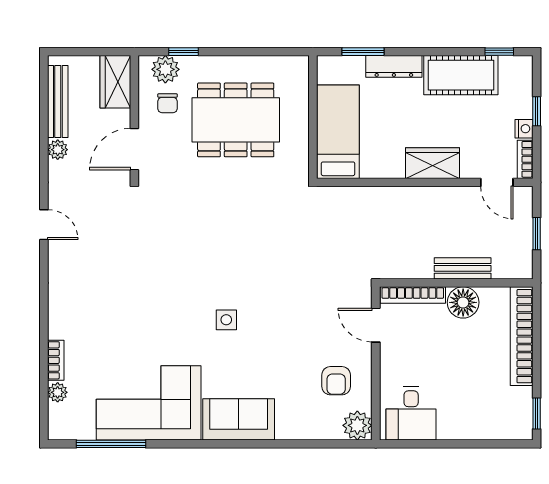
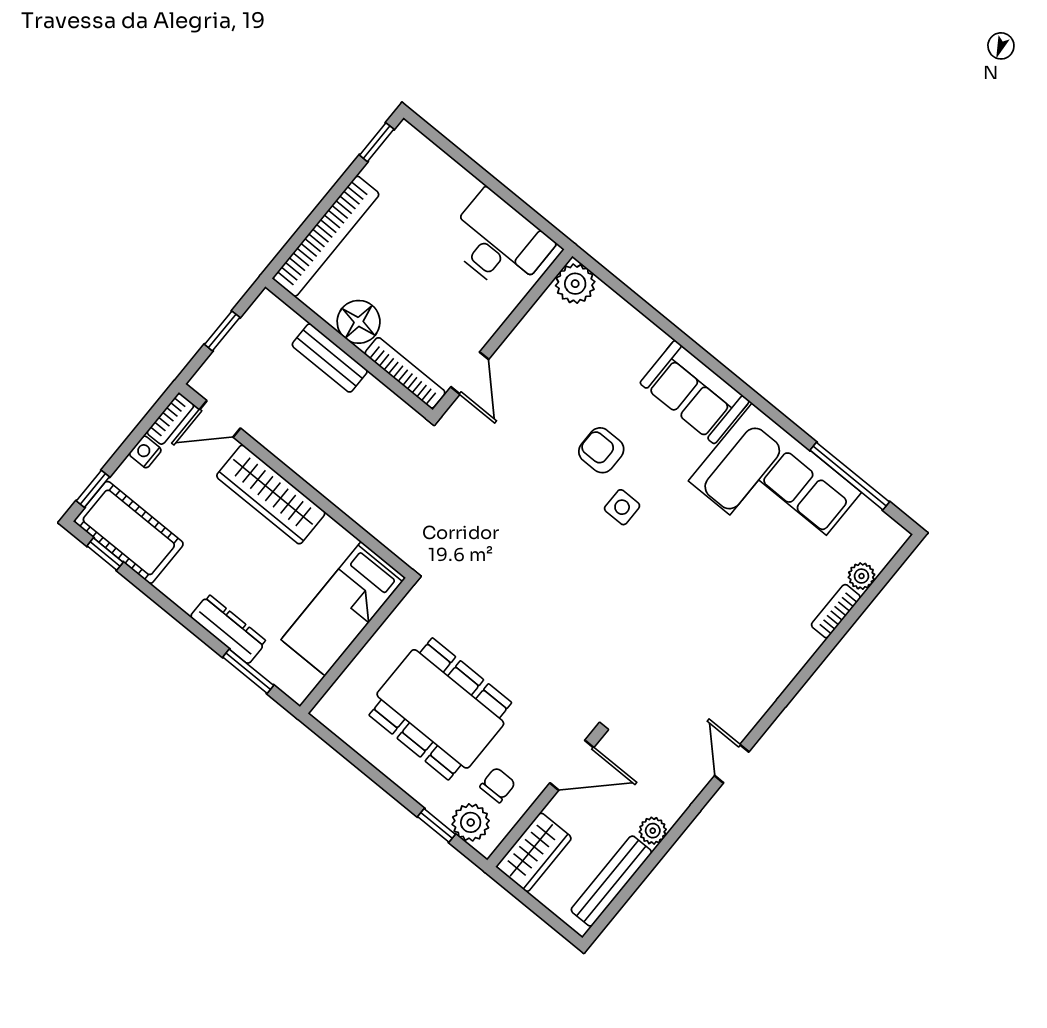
cot: (461, 75) -> (129, 532), moved
window: (537, 111) -> (93, 489), moved
wardrobe: (433, 163) -> (271, 494), width x1.50
door: (497, 182) -> (220, 419), swing flipped
armchair: (336, 381) -> (601, 450), moved, turned -90
desk: (411, 413) -> (499, 242), width x1.37

